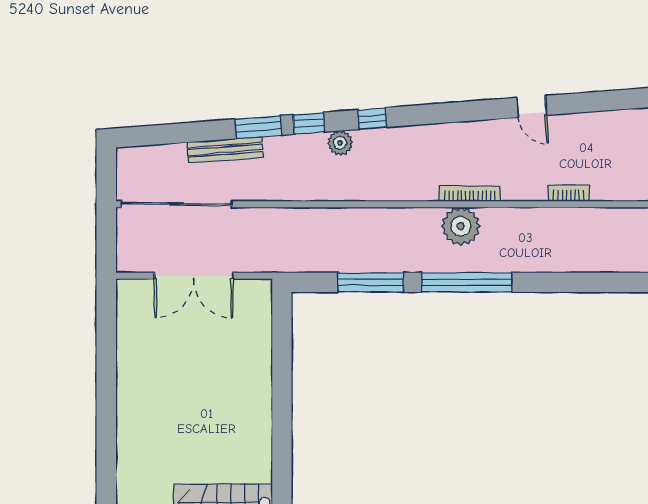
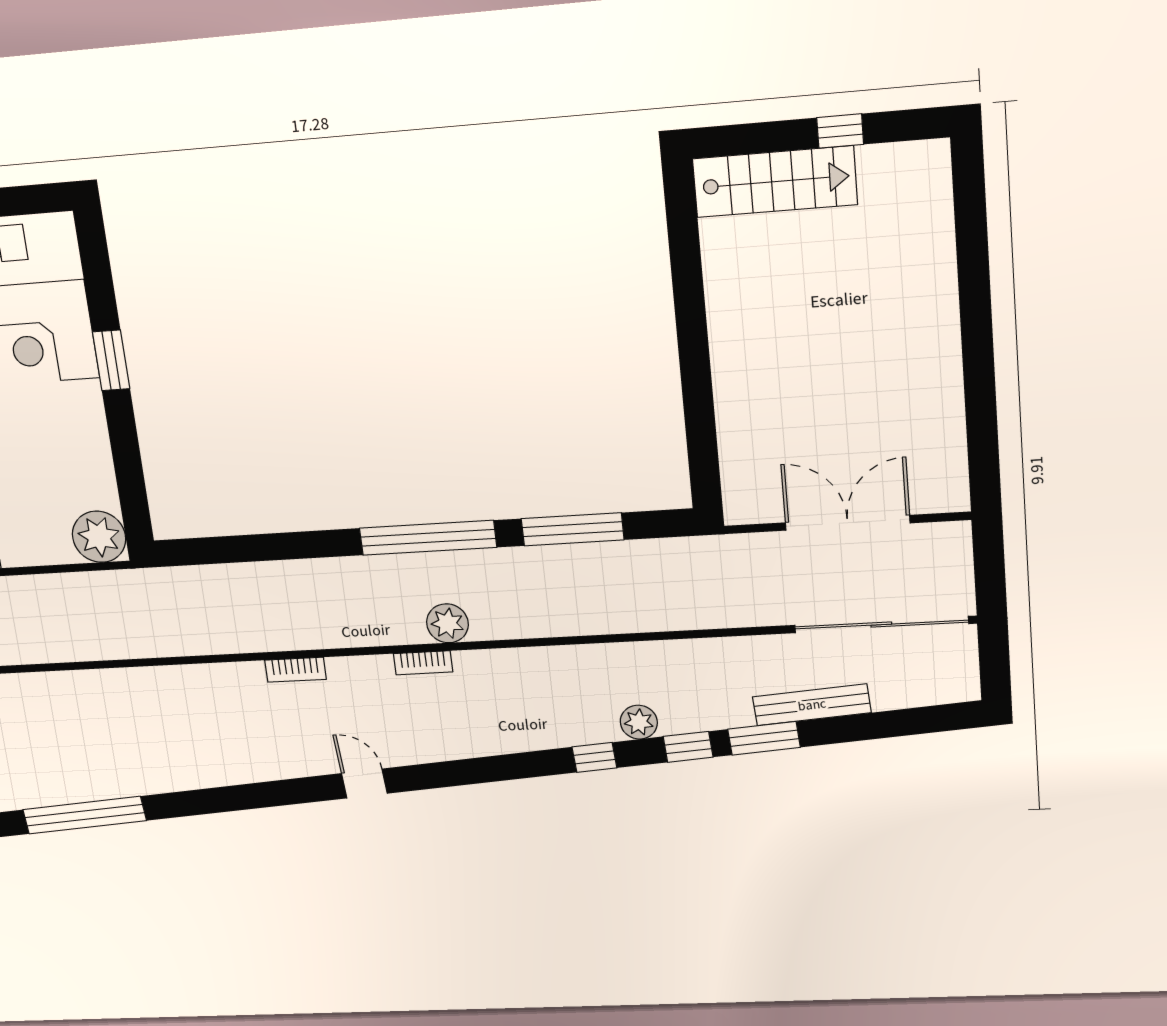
bookcase: (470, 194) -> (423, 663), width x0.64
plant: (461, 226) -> (447, 623), width x0.73, depth x0.73

